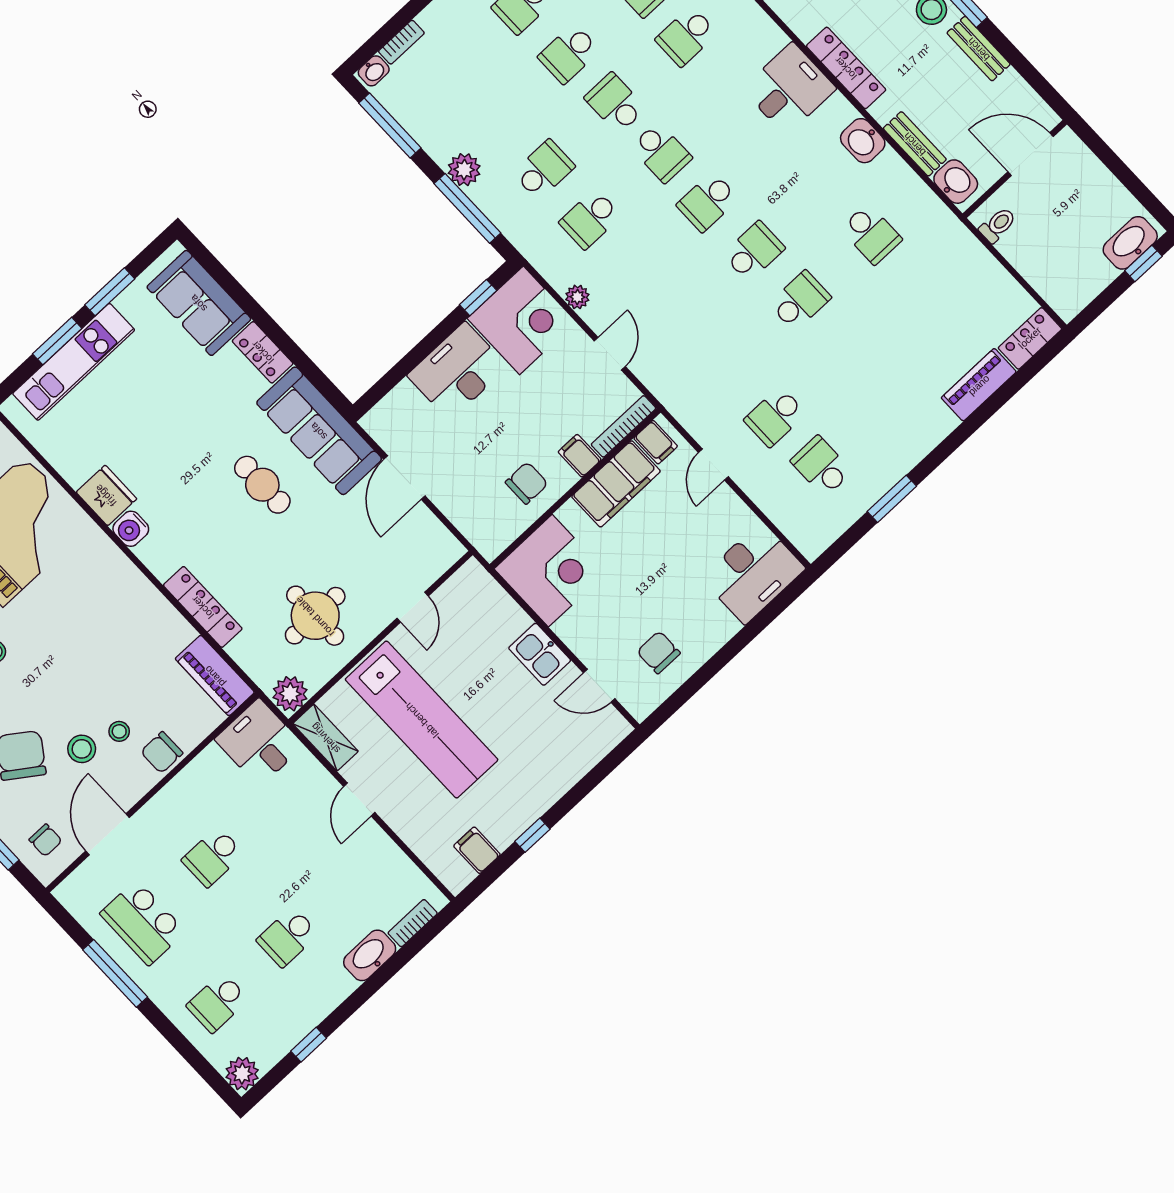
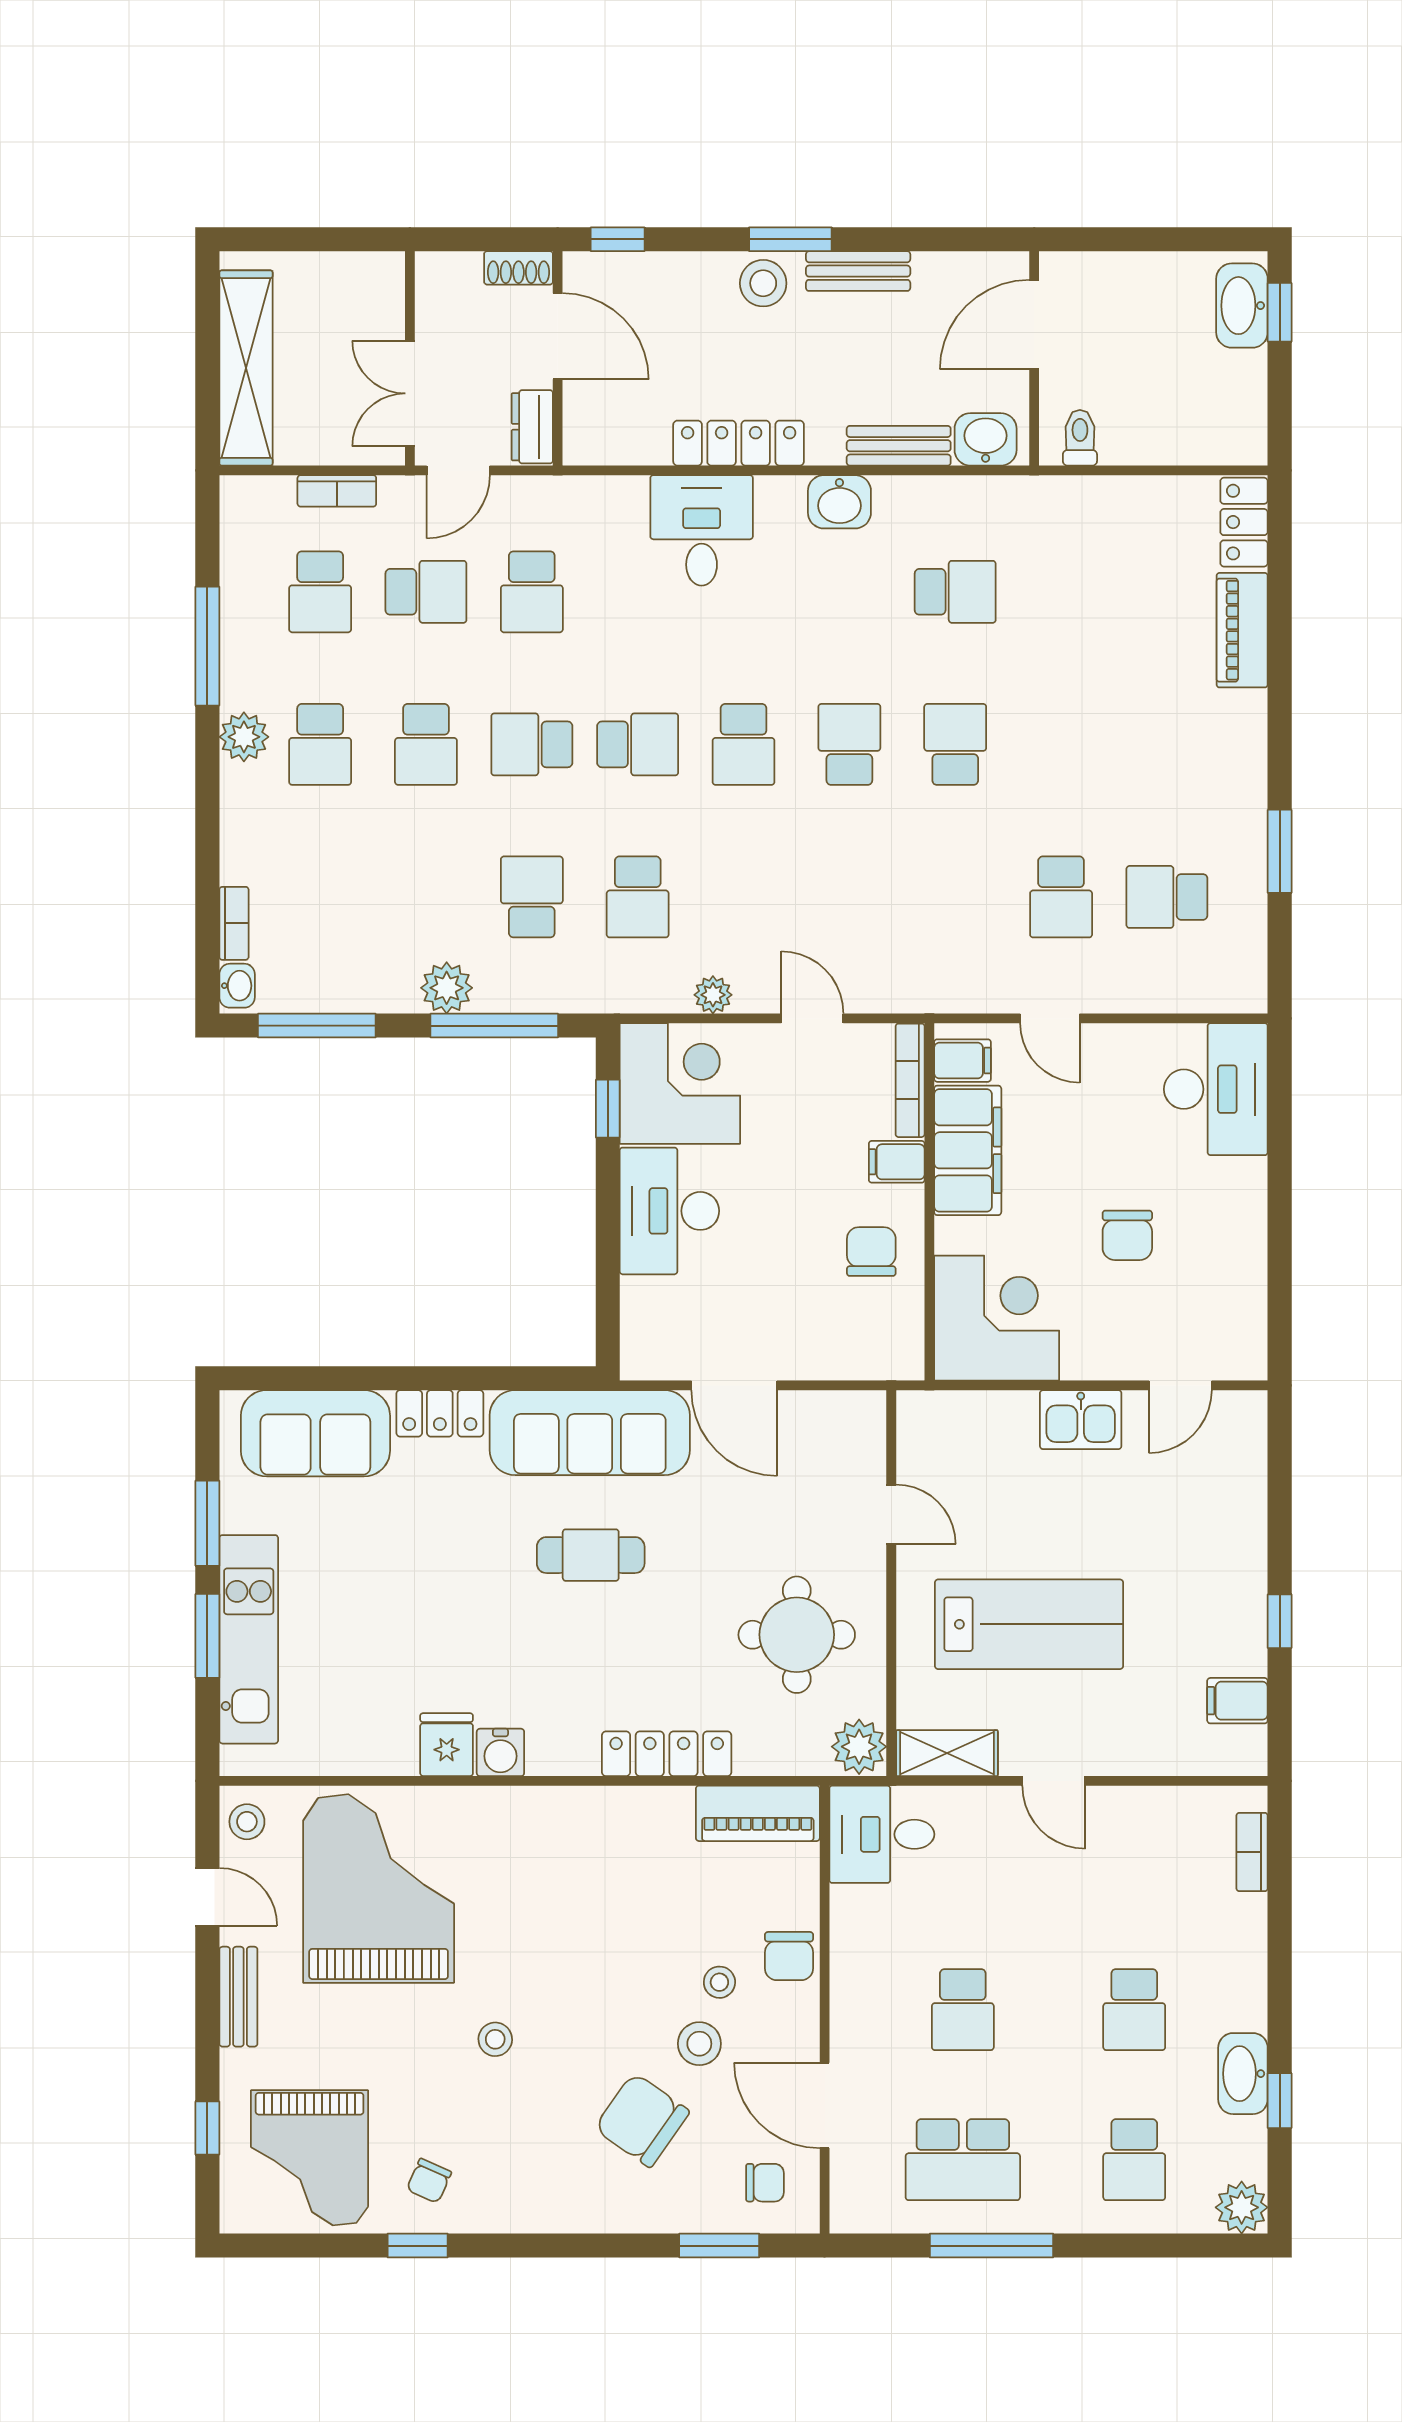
fridge: (106, 495) -> (447, 1745), width x0.72
chair: (659, 652) -> (1127, 1235), moved, turned -90
lab bench: (422, 720) -> (1029, 1624), width x0.73
washbasin: (370, 955) -> (1243, 2074), moved

